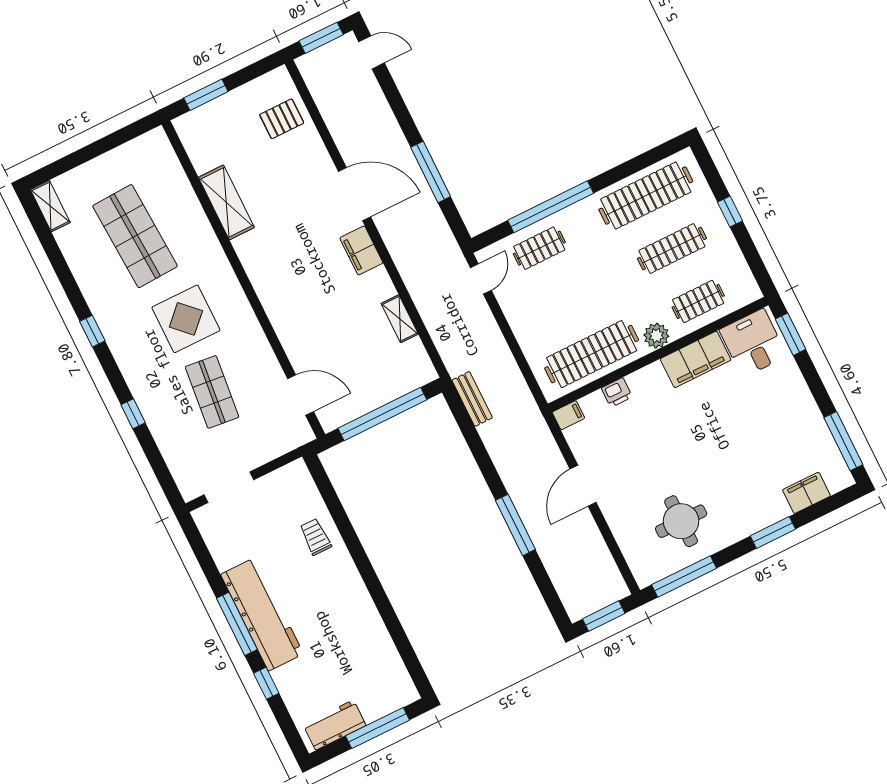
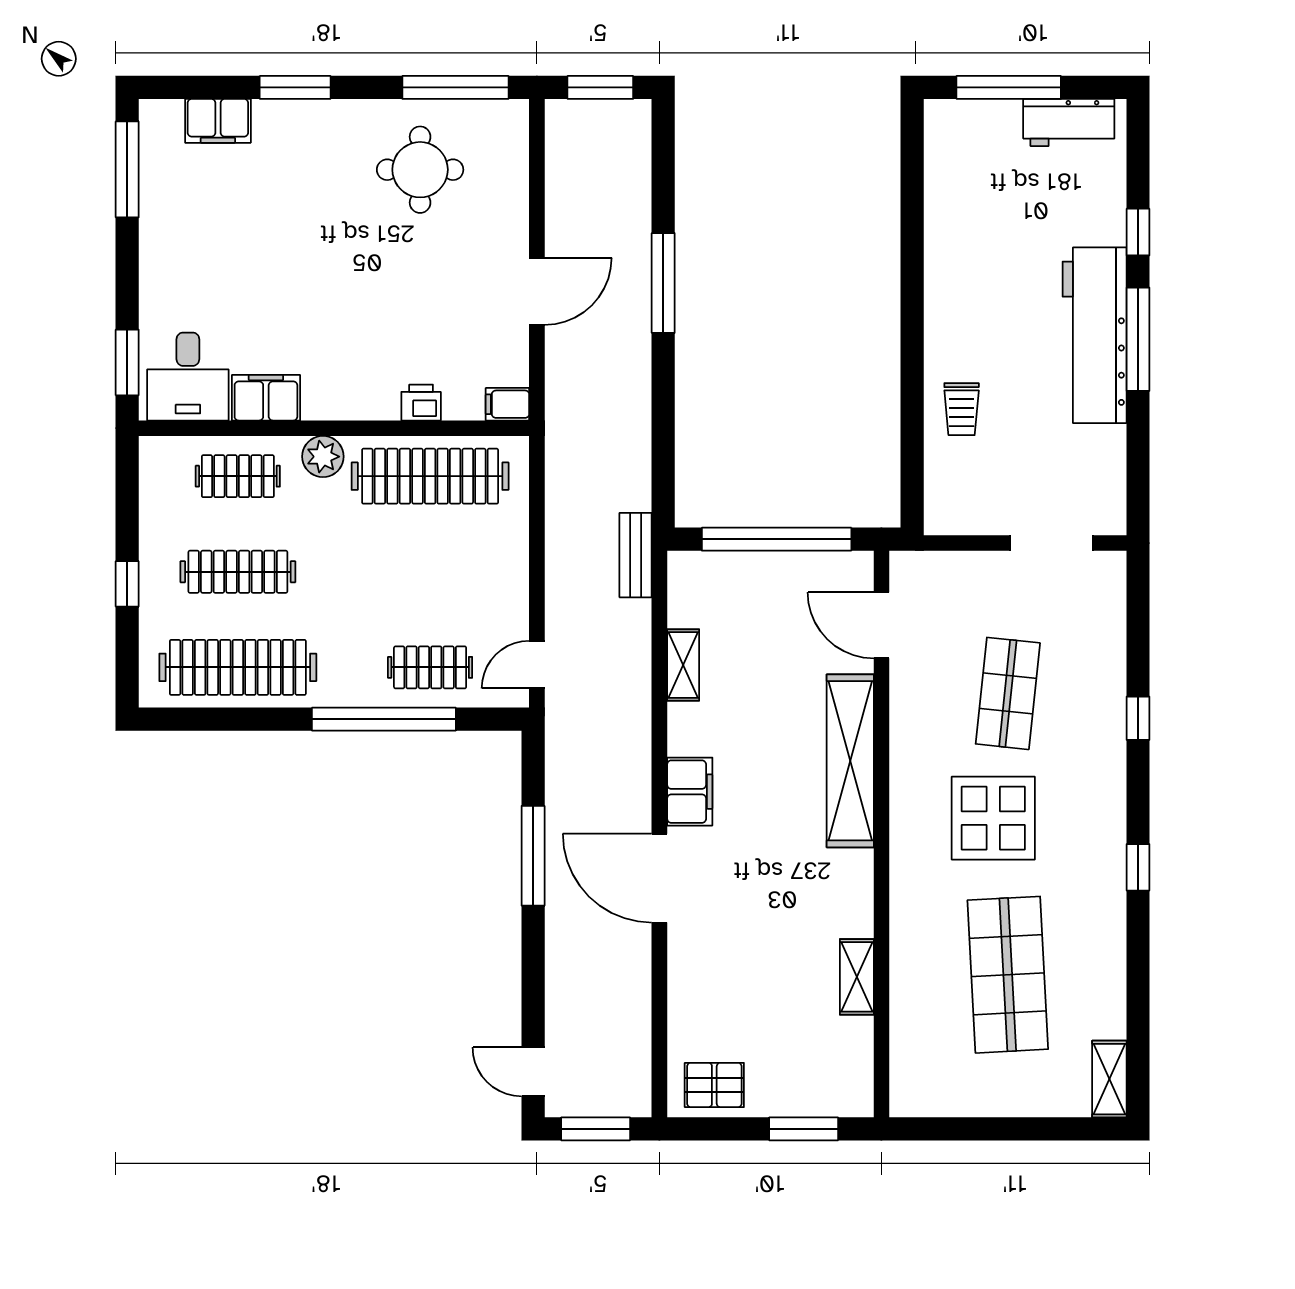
pallet: (282, 119) -> (714, 1085), moved
shelving: (226, 202) -> (857, 977), width x0.67, depth x0.75
shelving: (281, 311) -> (850, 761), added
filing cabinet: (696, 359) -> (266, 398), width x0.67, depth x0.86
bench: (472, 399) -> (636, 555), moved

